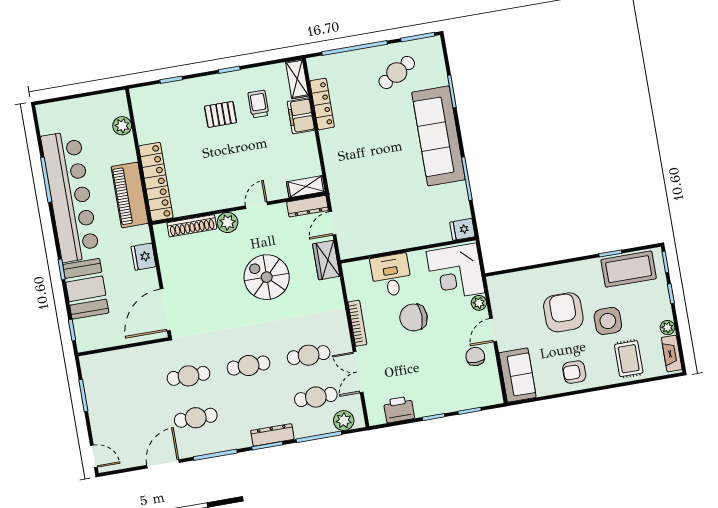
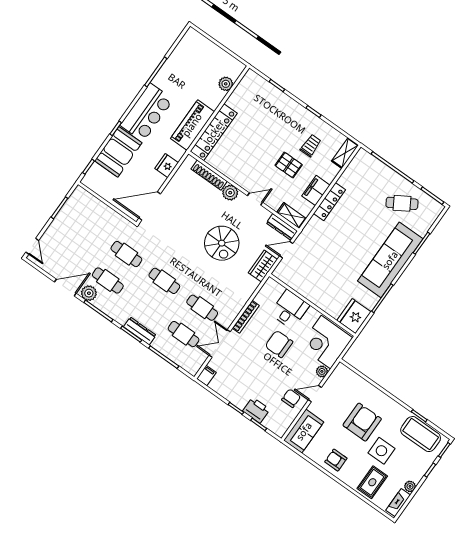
locker: (322, 104) -> (330, 202), moved
pallet: (221, 114) -> (289, 165), moved
filing cabinet: (301, 116) -> (316, 191), moved
bar counter: (70, 196) -> (147, 112), width x0.54
fridge: (462, 229) -> (354, 316), width x1.88, depth x1.34
spiral stairs: (267, 277) -> (222, 243), turned 180
printer: (399, 409) -> (256, 410), moved
filing cabinet: (376, 414) -> (206, 376), added
plant: (344, 421) -> (89, 293), moved

